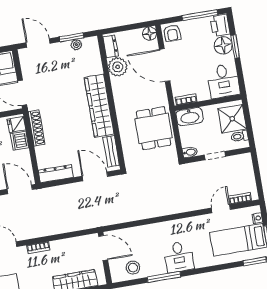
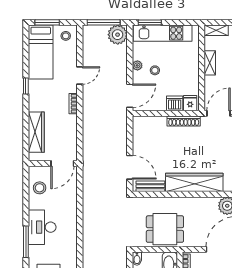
dresser: (56, 174) -> (139, 132), removed
door: (95, 176) -> (130, 167), hinge flipped
desk: (179, 257) -> (42, 227), width x1.37
window: (164, 277) -> (26, 242), moved

